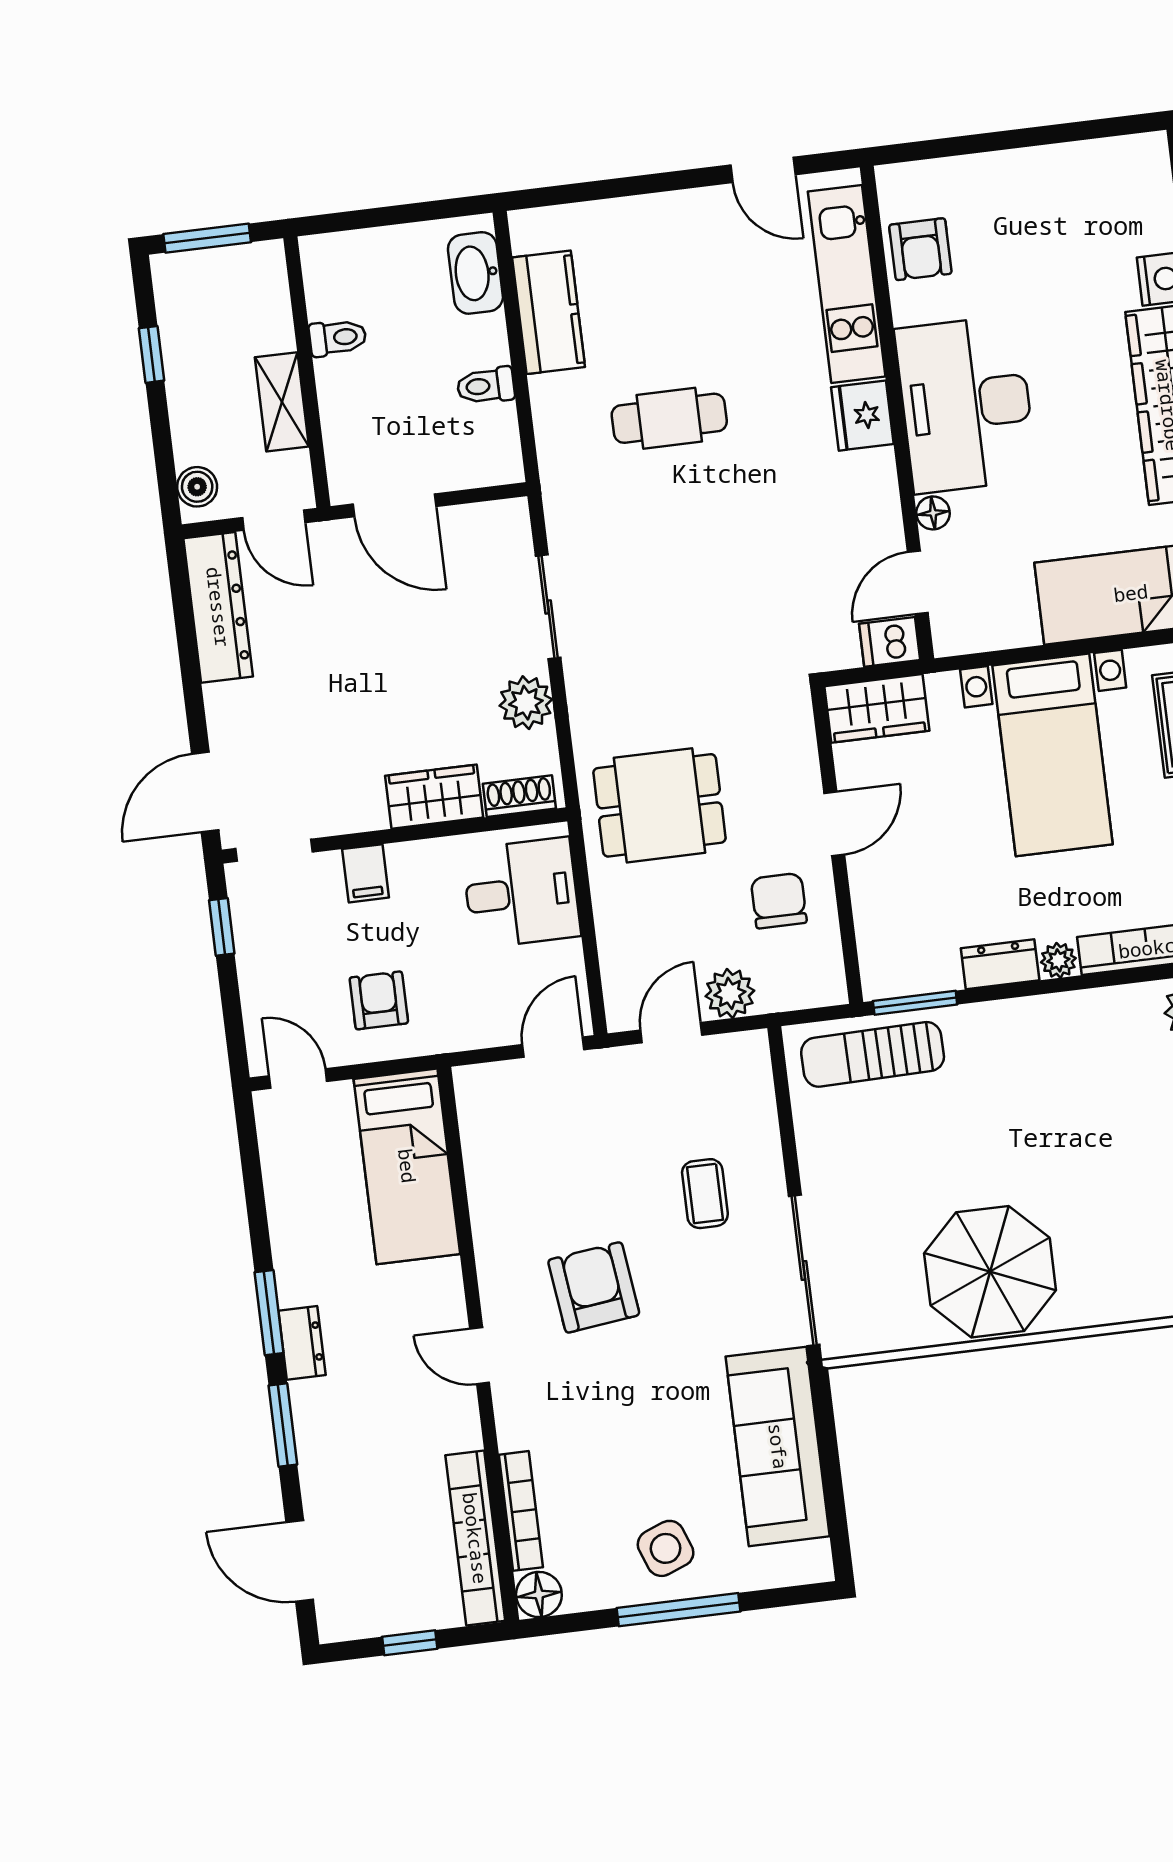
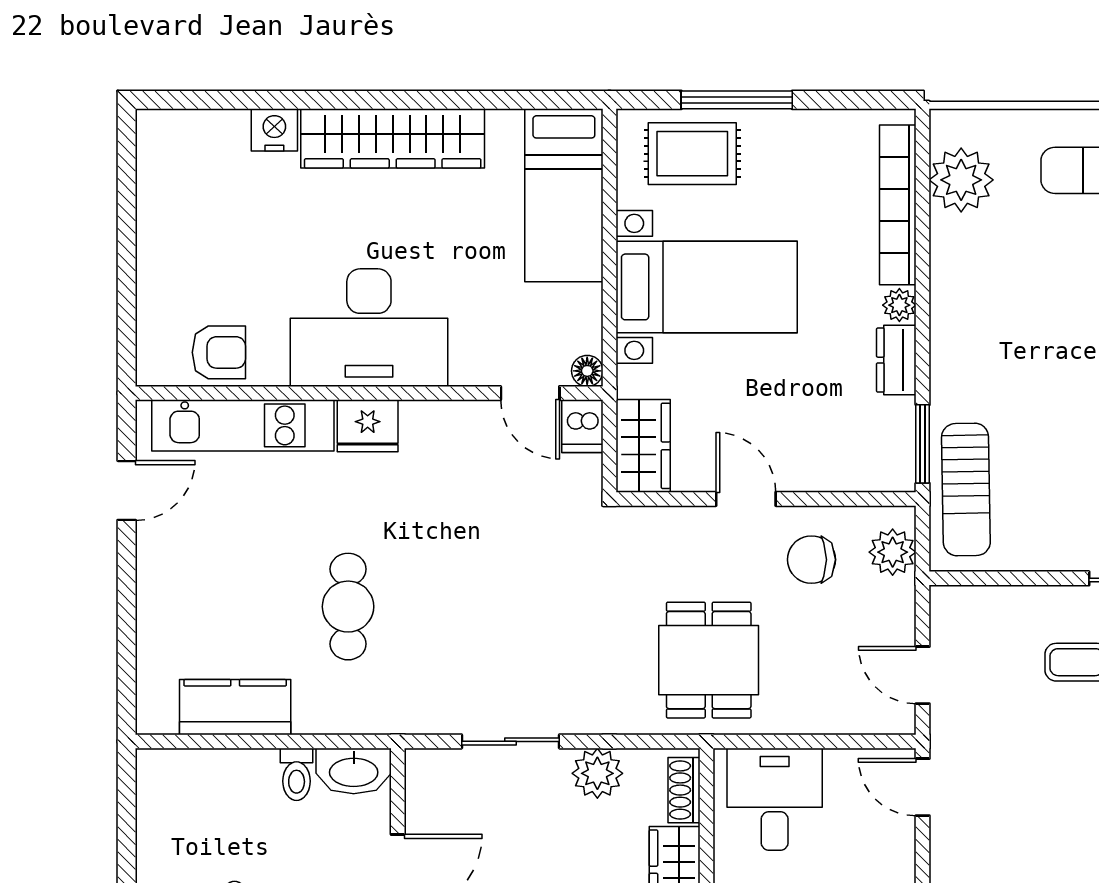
washbasin: (475, 273) -> (354, 771), moved
floor lamp: (933, 513) -> (587, 371), moved
plant: (730, 993) -> (893, 552), moved

